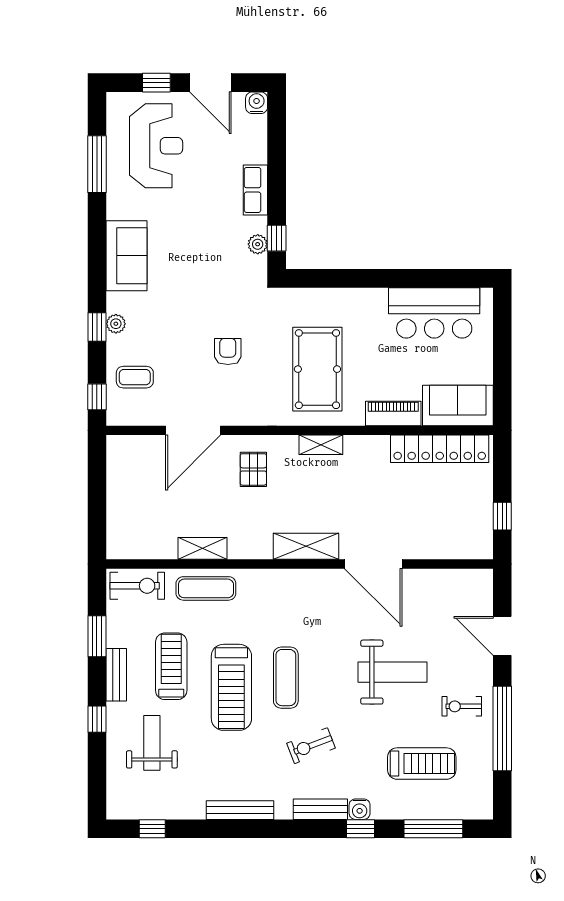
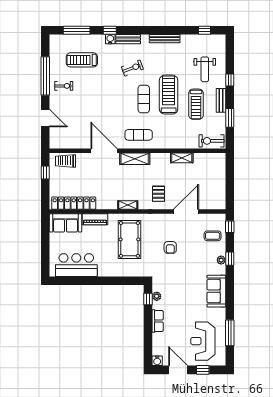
trolley: (458, 542) -> (65, 161), added
exercise mat: (206, 588) -> (139, 135), moved
weight bench: (392, 672) -> (95, 102), removed

